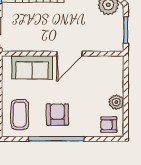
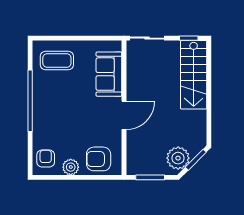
door: (69, 54) -> (124, 115), swing flipped
armchair: (57, 115) -> (99, 159), moved, turned 180

